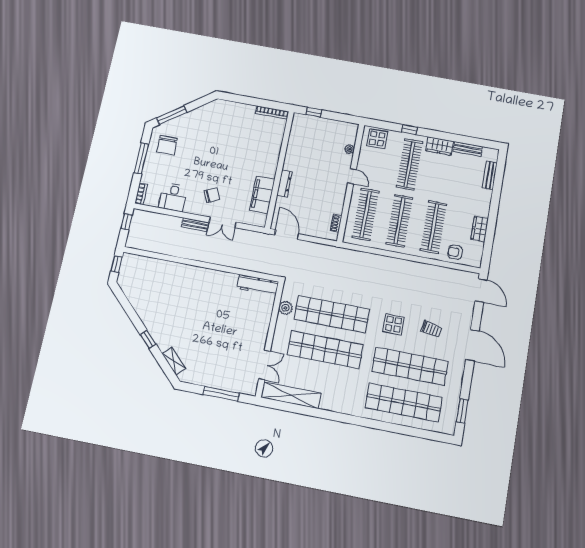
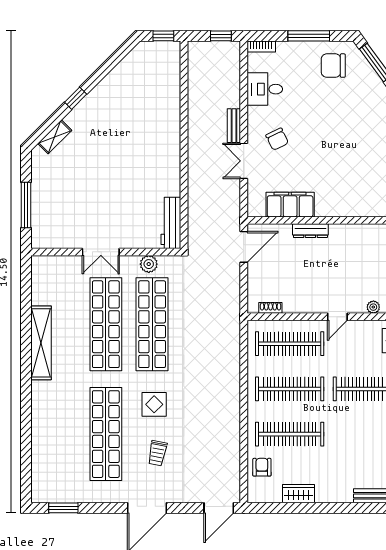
double door: (265, 365) -> (101, 252), moved
shelving: (291, 395) -> (41, 343), moved
shop shelf: (404, 402) -> (60, 434), removed

